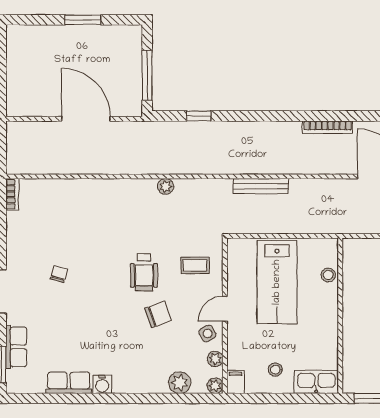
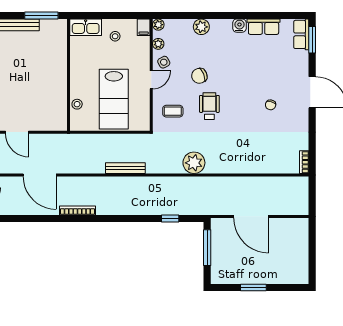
plant: (166, 186) -> (194, 163), width x1.88, depth x1.88
lab bench: (277, 282) -> (114, 99), turned 180
row of seats: (16, 347) -> (301, 34), moved
plant: (180, 383) -> (201, 27), moved

